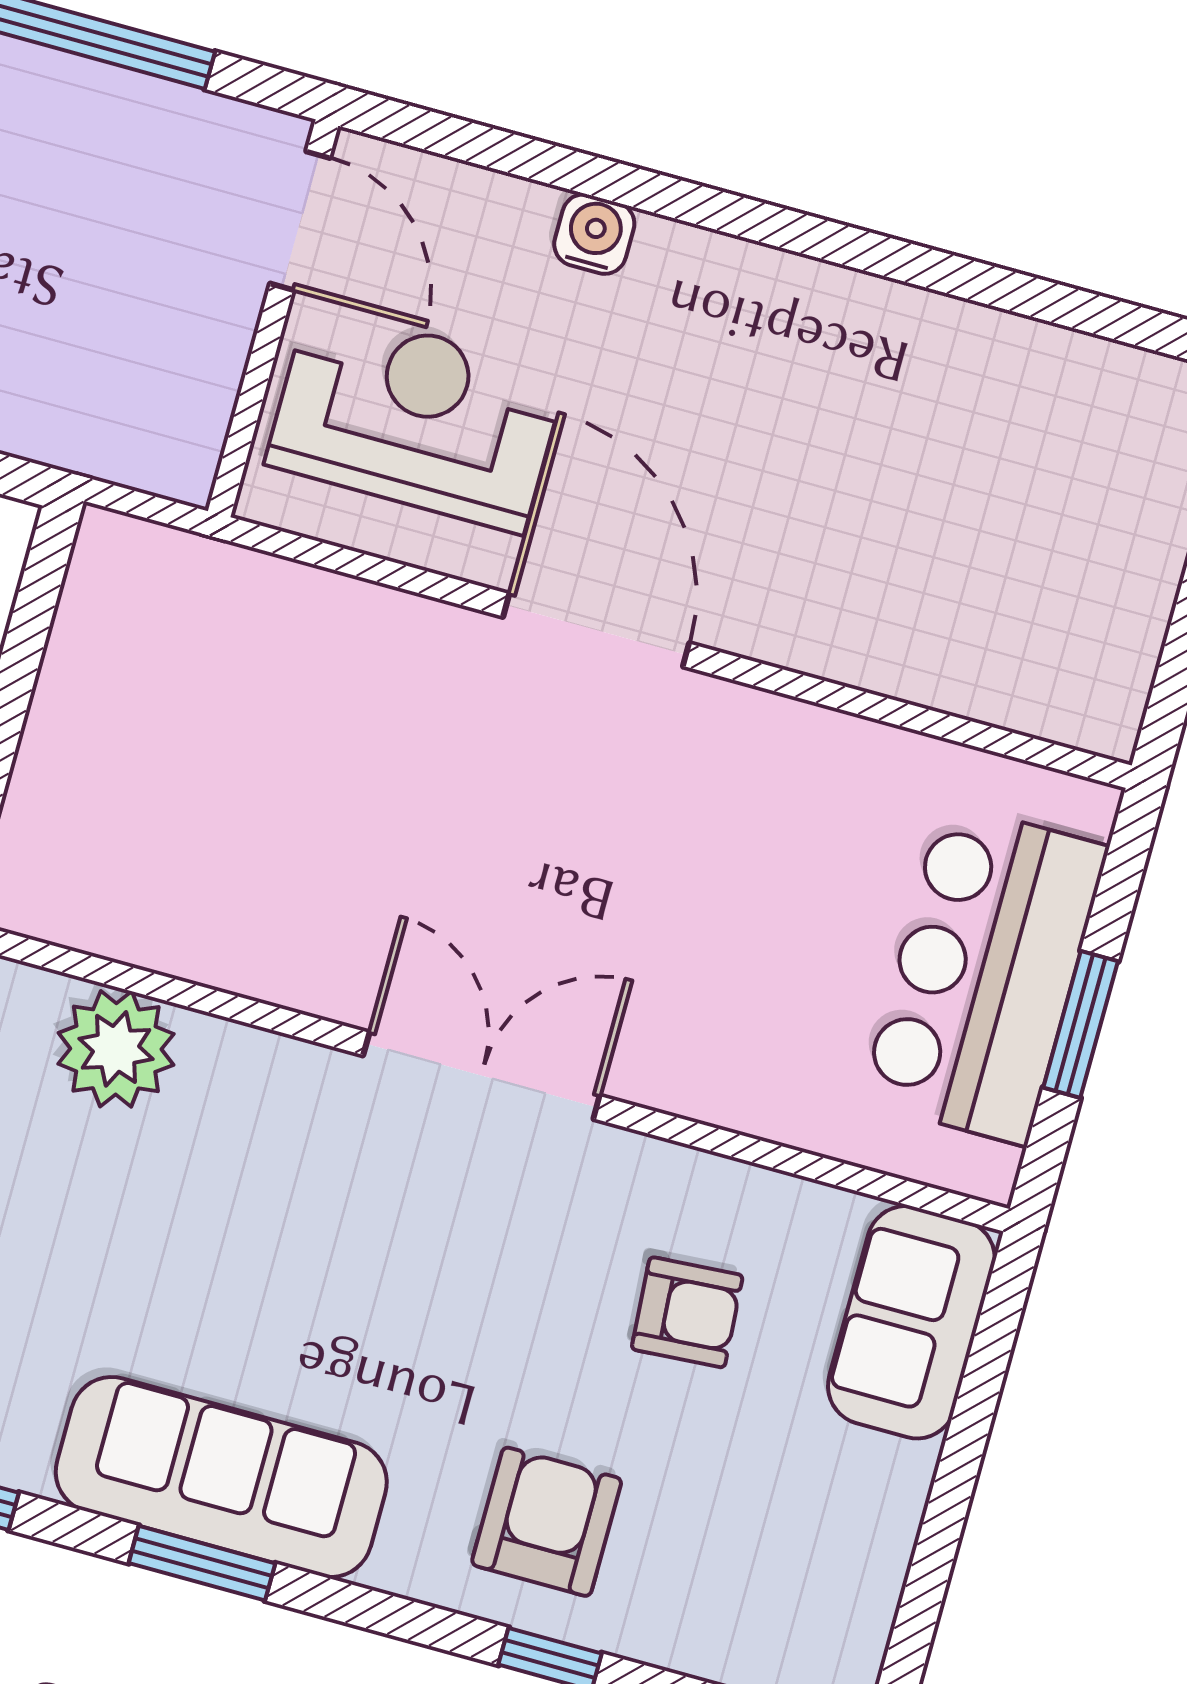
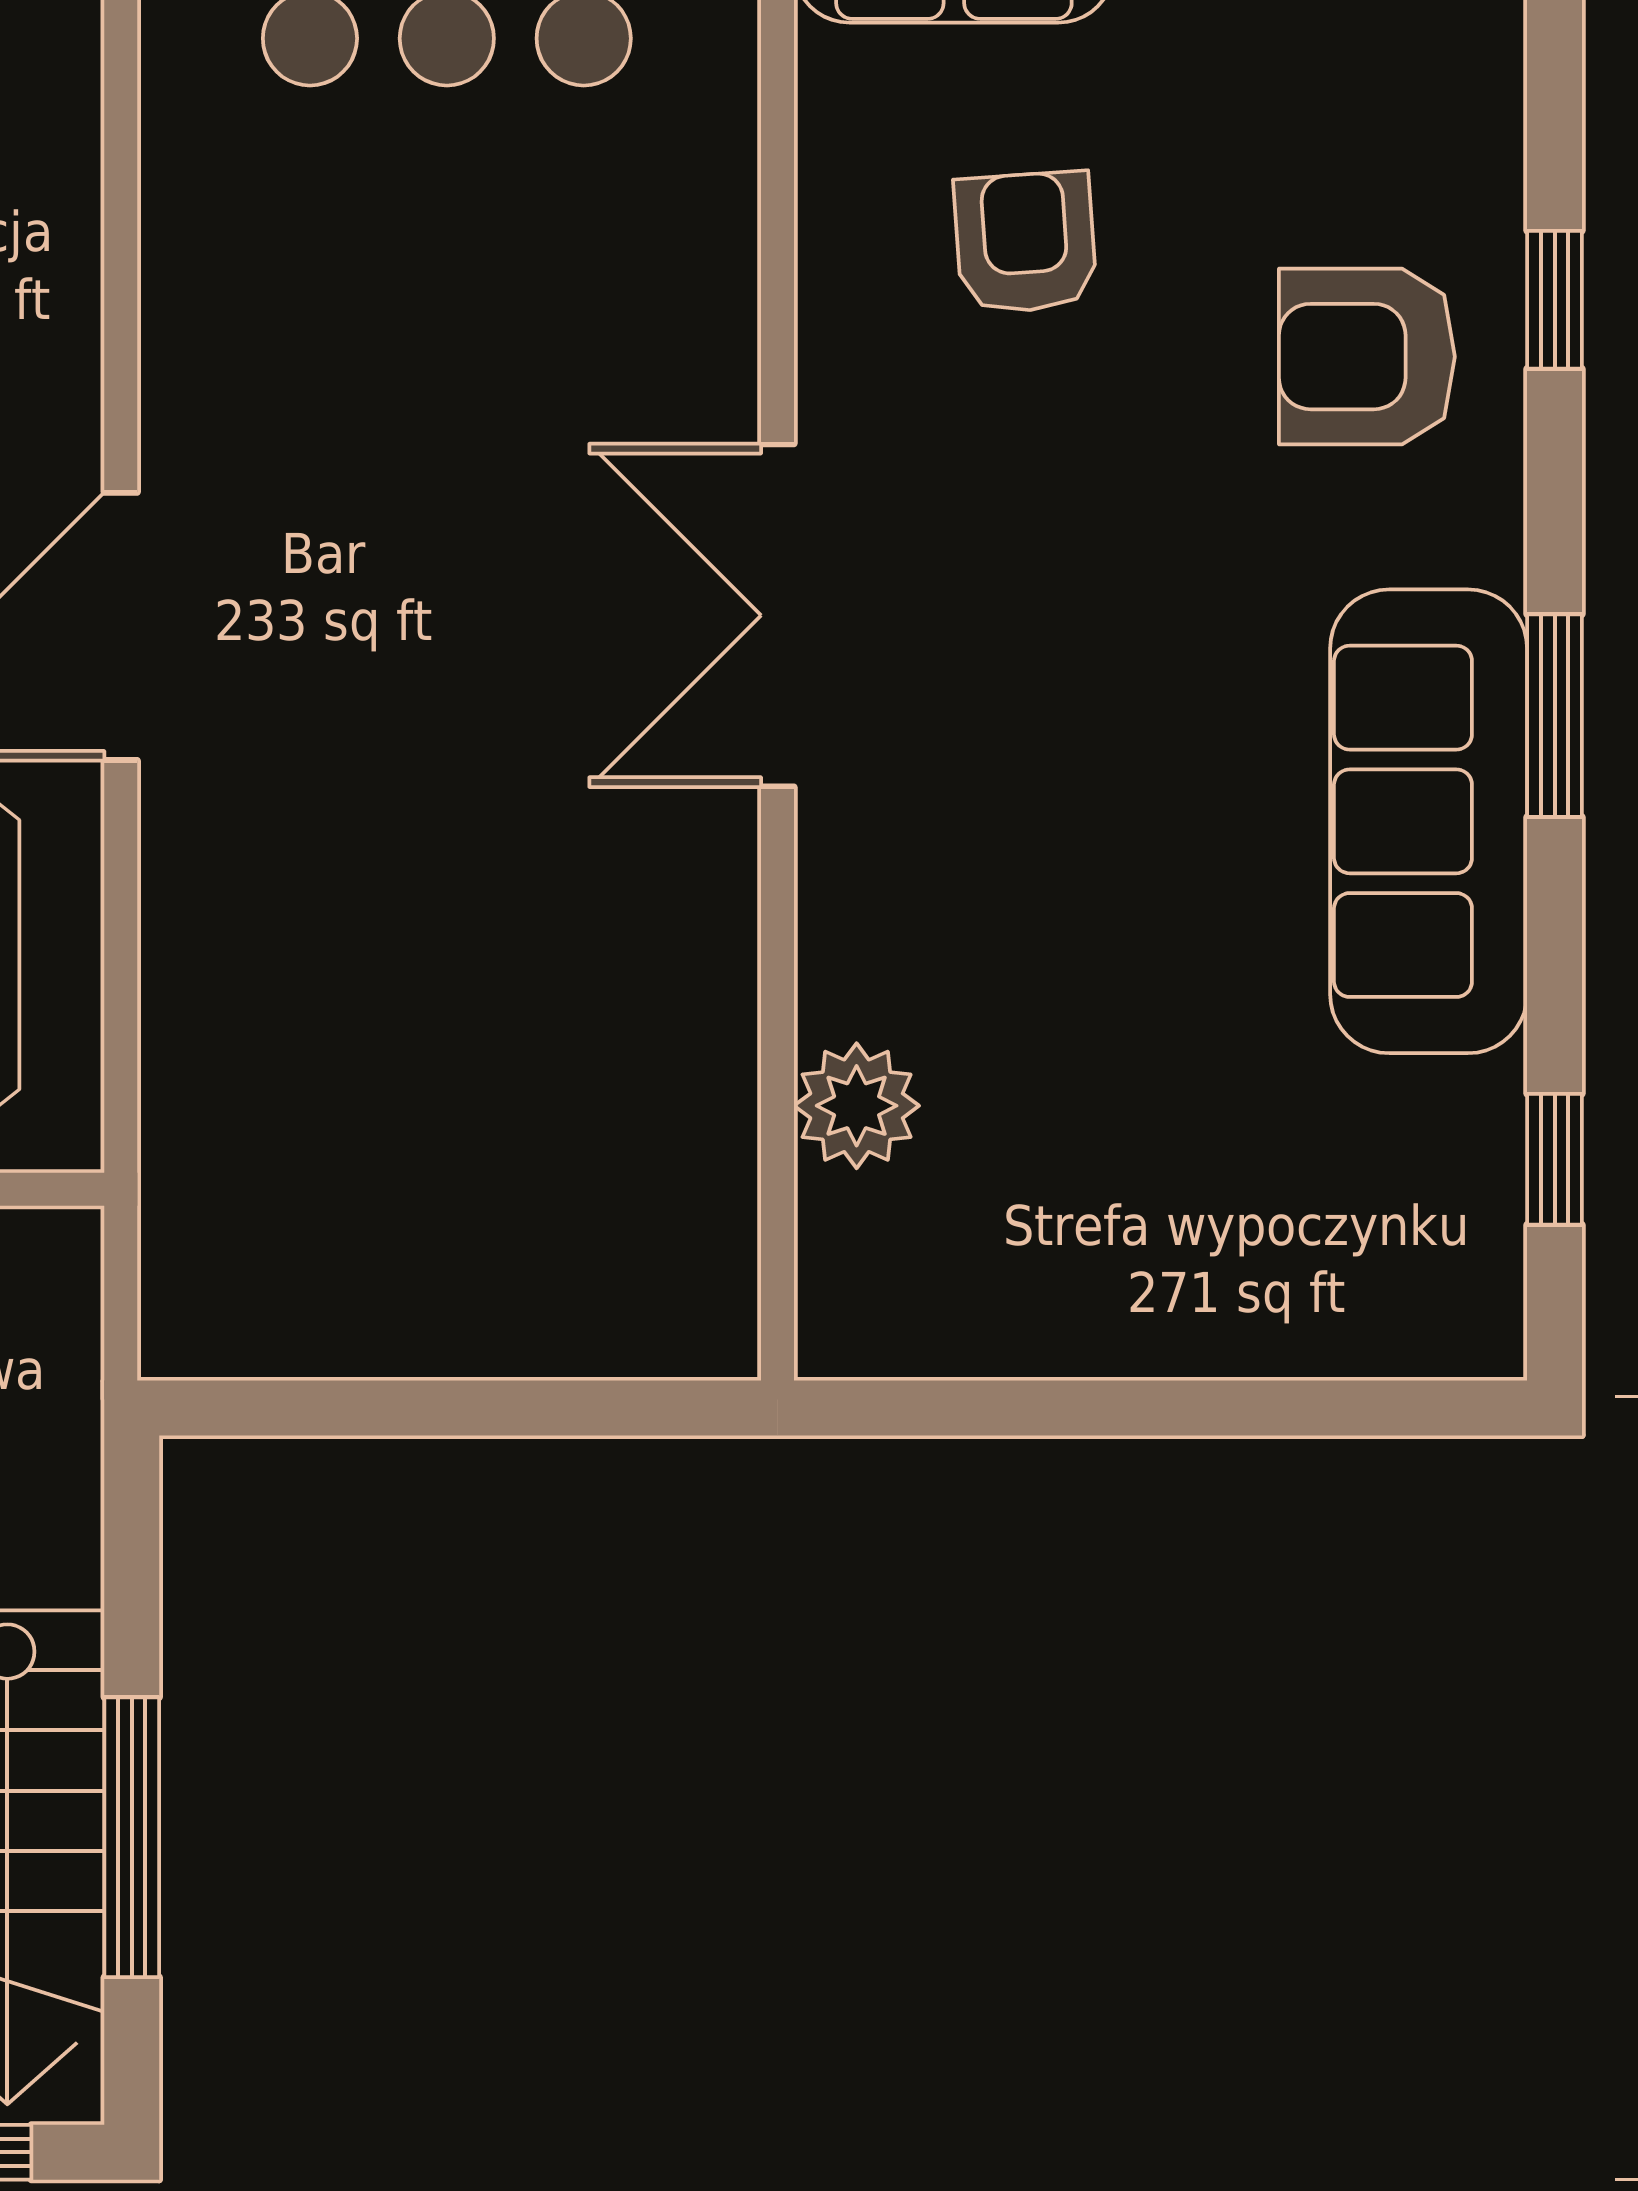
plant: (116, 1049) -> (857, 1106), width x0.73, depth x0.73
window: (202, 1563) -> (1555, 716), moved

